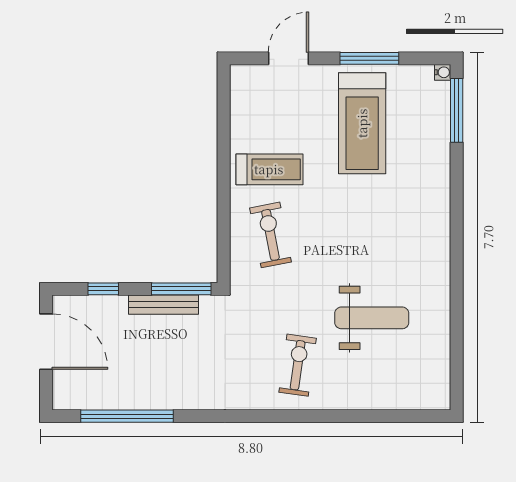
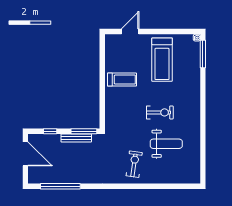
window: (369, 58) -> (165, 32), removed
exercise bike: (271, 235) -> (160, 112), moved, turned 101

